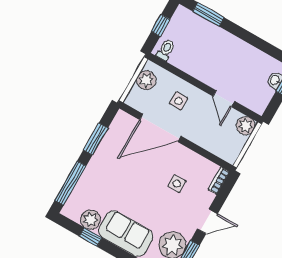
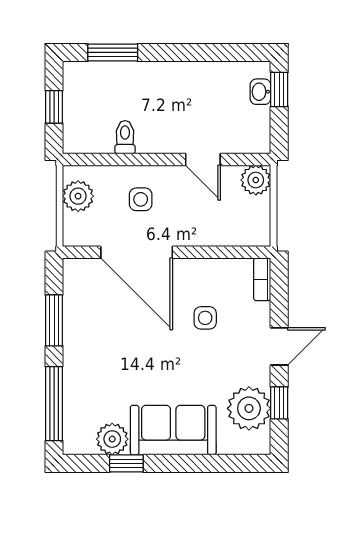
toilet: (166, 50) -> (125, 137), moved
door: (160, 128) -> (137, 252), hinge flipped

